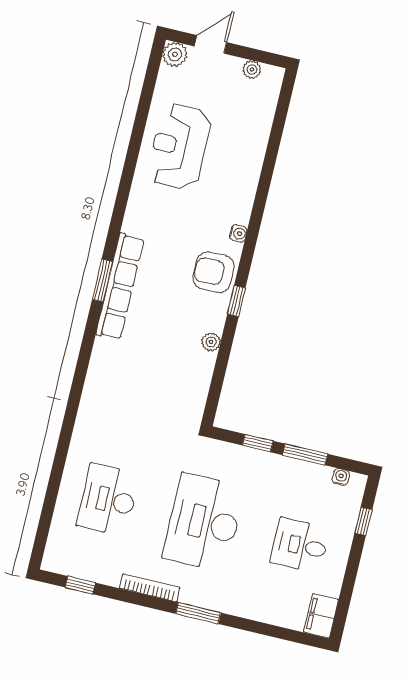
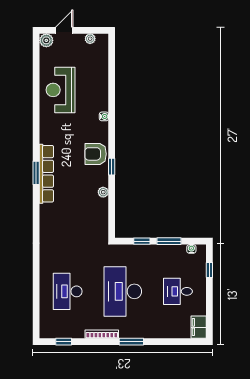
water cooler: (238, 233) -> (104, 116), moved

